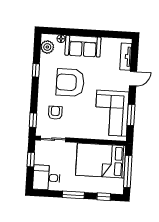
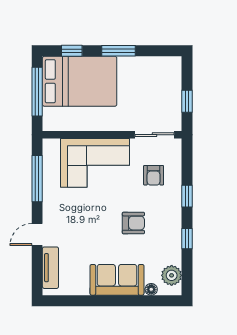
armchair: (70, 82) -> (133, 223), width x0.53, depth x0.53
corner sofa: (112, 113) -> (95, 163), moved, turned 90
window: (131, 115) -> (37, 179), width x1.44
window: (33, 120) -> (187, 196), moved
bed: (101, 160) -> (80, 81), moved
desk: (46, 178) -> (161, 75), removed

